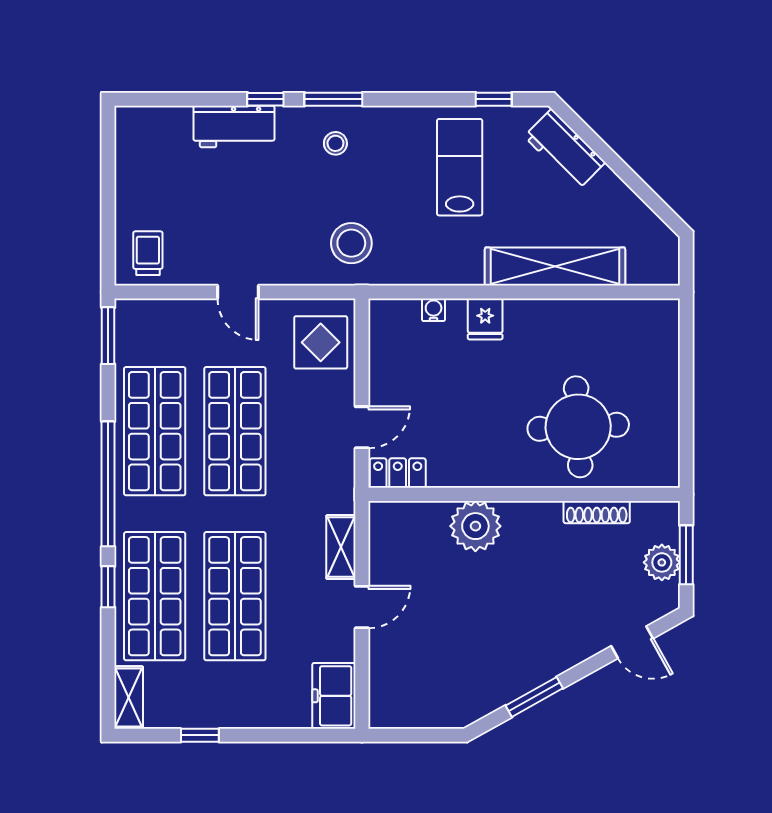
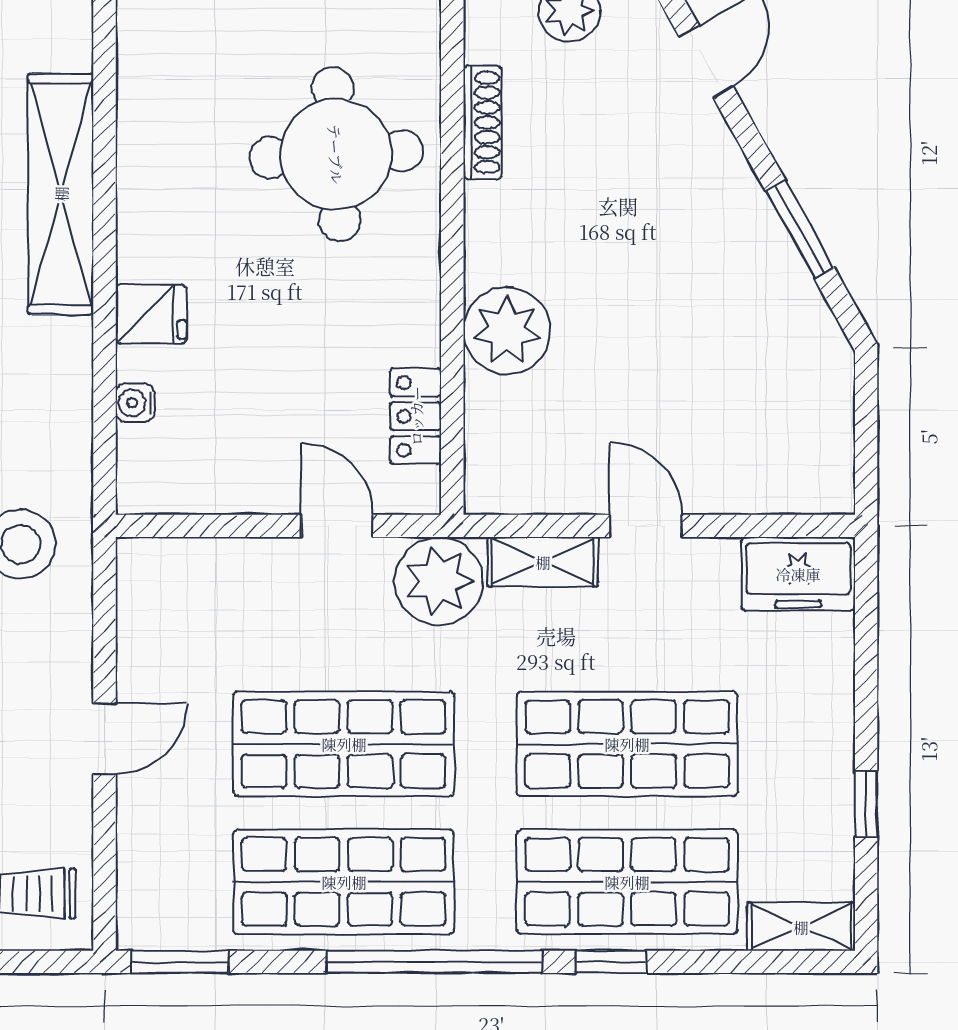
display table: (321, 342) -> (191, 597), removed
locker: (398, 473) -> (416, 416), moved
plant: (330, 487) -> (439, 581), added

